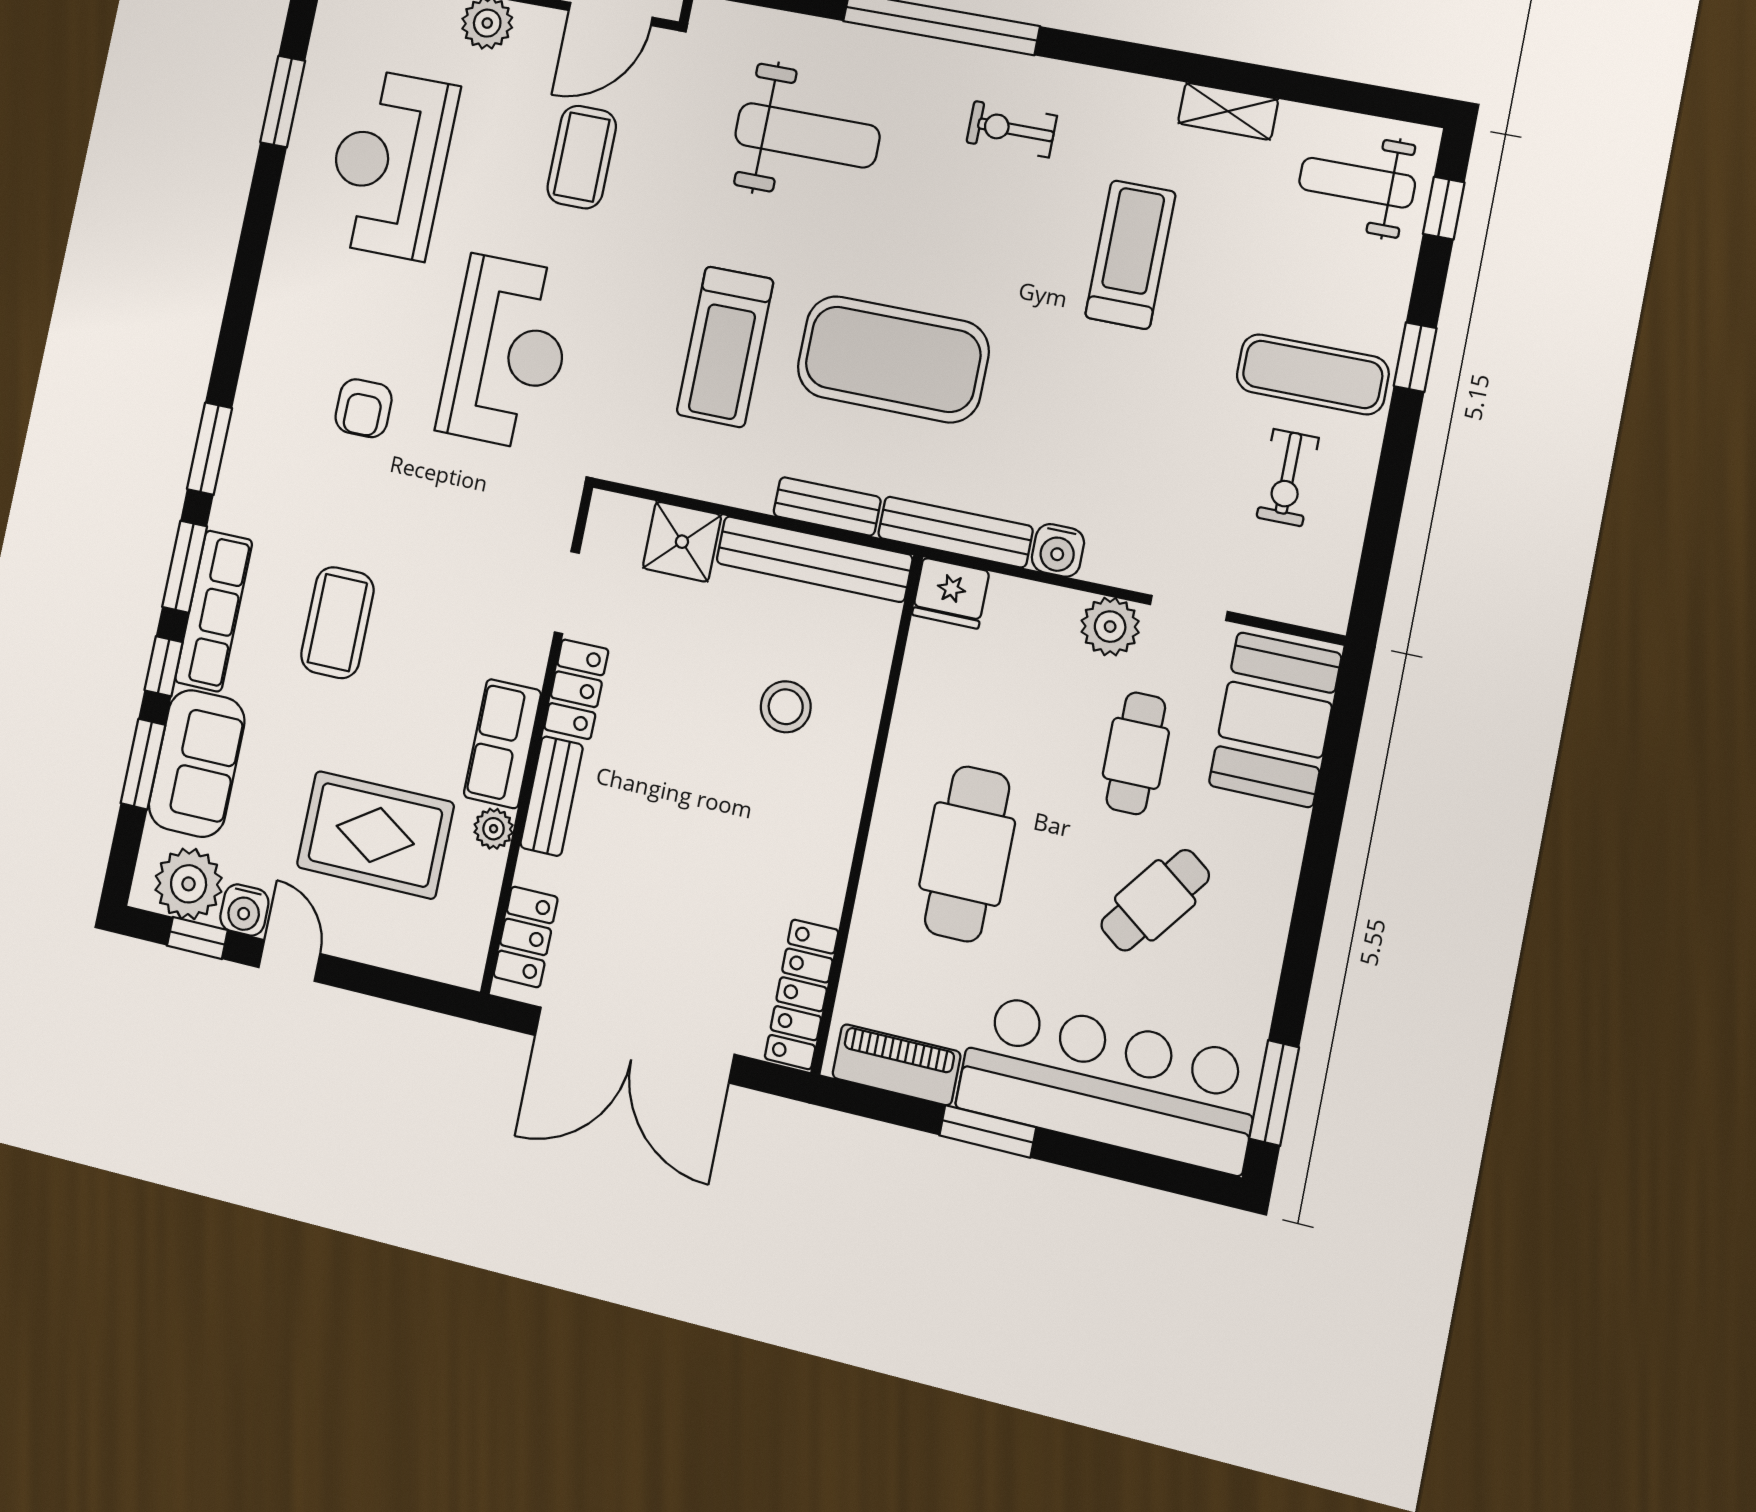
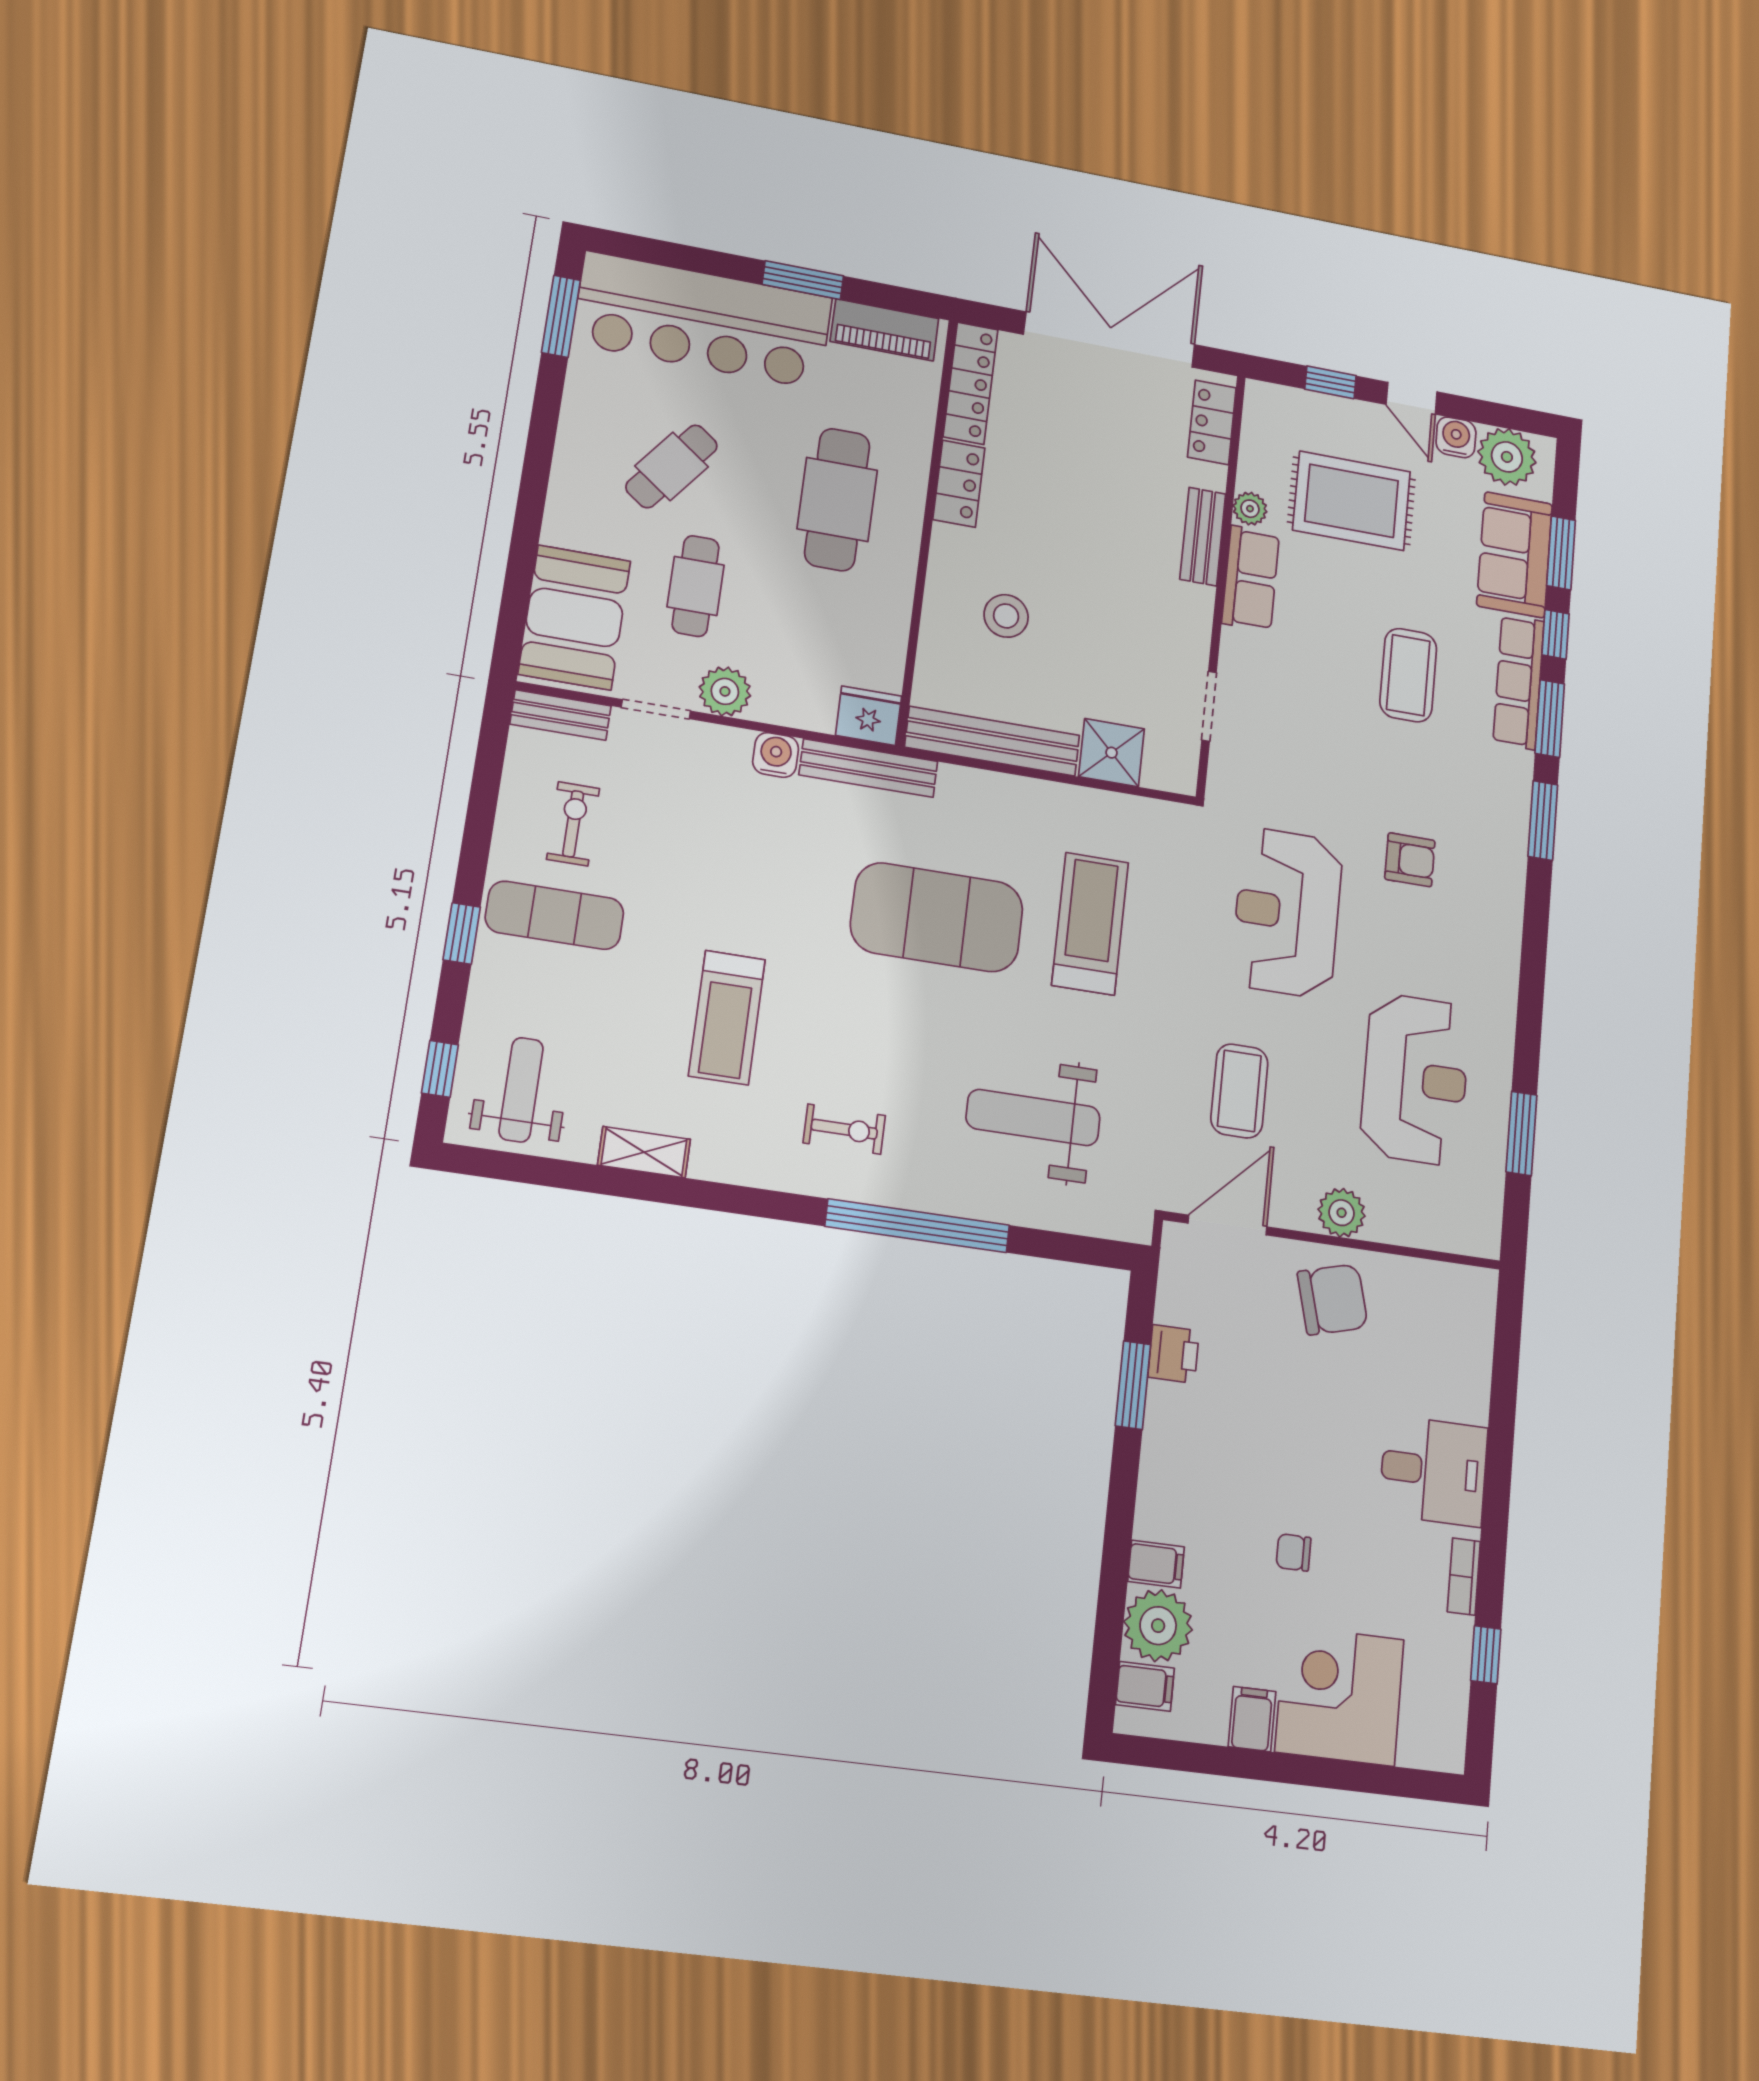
weight bench: (1357, 183) -> (521, 1090), turned -90
armchair: (364, 408) -> (1410, 860), turned 90
bench: (827, 506) -> (561, 715), moved
locker: (576, 689) -> (959, 484), moved, turned 180
window: (197, 938) -> (1330, 382), moved

